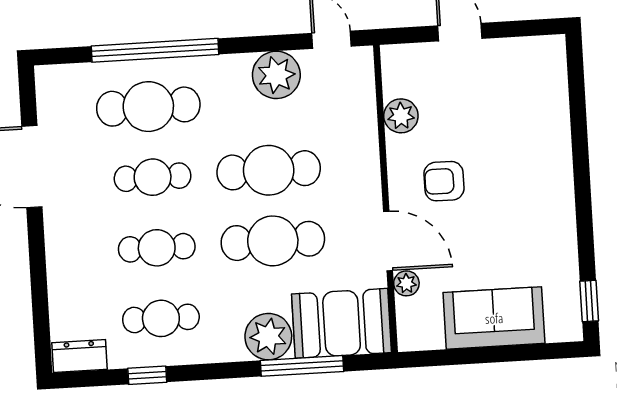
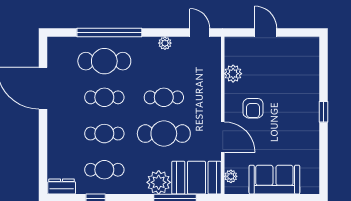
plant: (276, 75) -> (165, 43), width x0.53, depth x0.53
cafe table: (269, 170) -> (164, 97), width x0.73, depth x0.74
armchair: (444, 181) -> (253, 108), turned -90
plant: (406, 283) -> (231, 176), moved
window: (589, 301) -> (324, 112), moved

